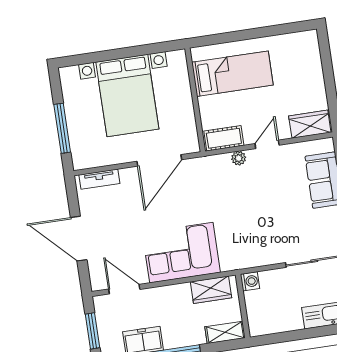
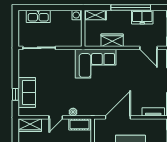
corner sofa: (181, 253) -> (96, 64), moved
washing machine: (250, 281) -> (77, 15), moved
wardrobe: (211, 290) -> (112, 40), moved

